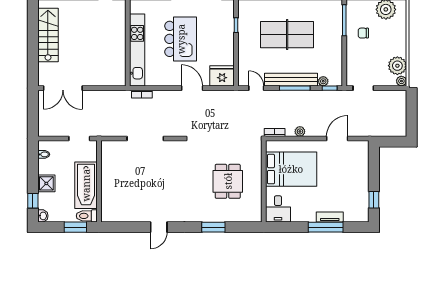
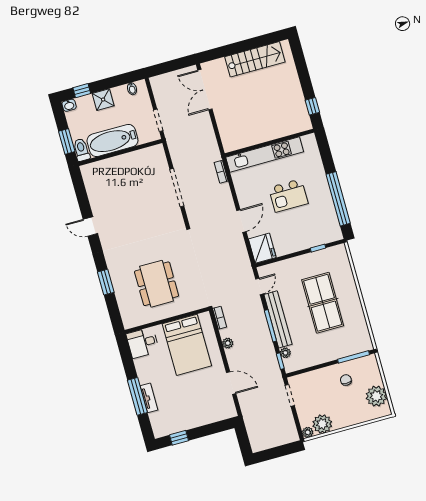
kitchen island: (181, 39) -> (288, 195), width x0.73, depth x0.78
dining table: (228, 181) -> (157, 284), width x1.37

